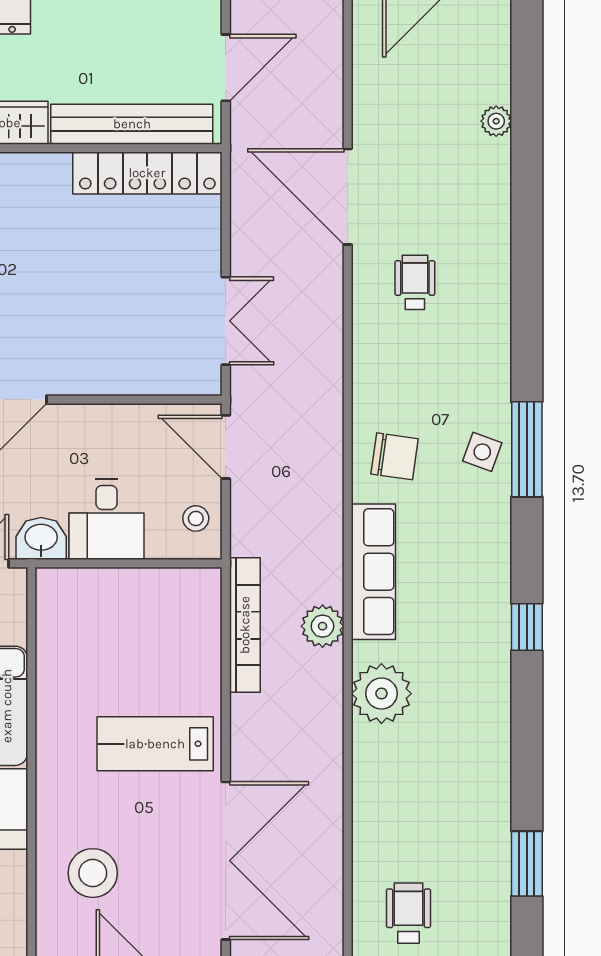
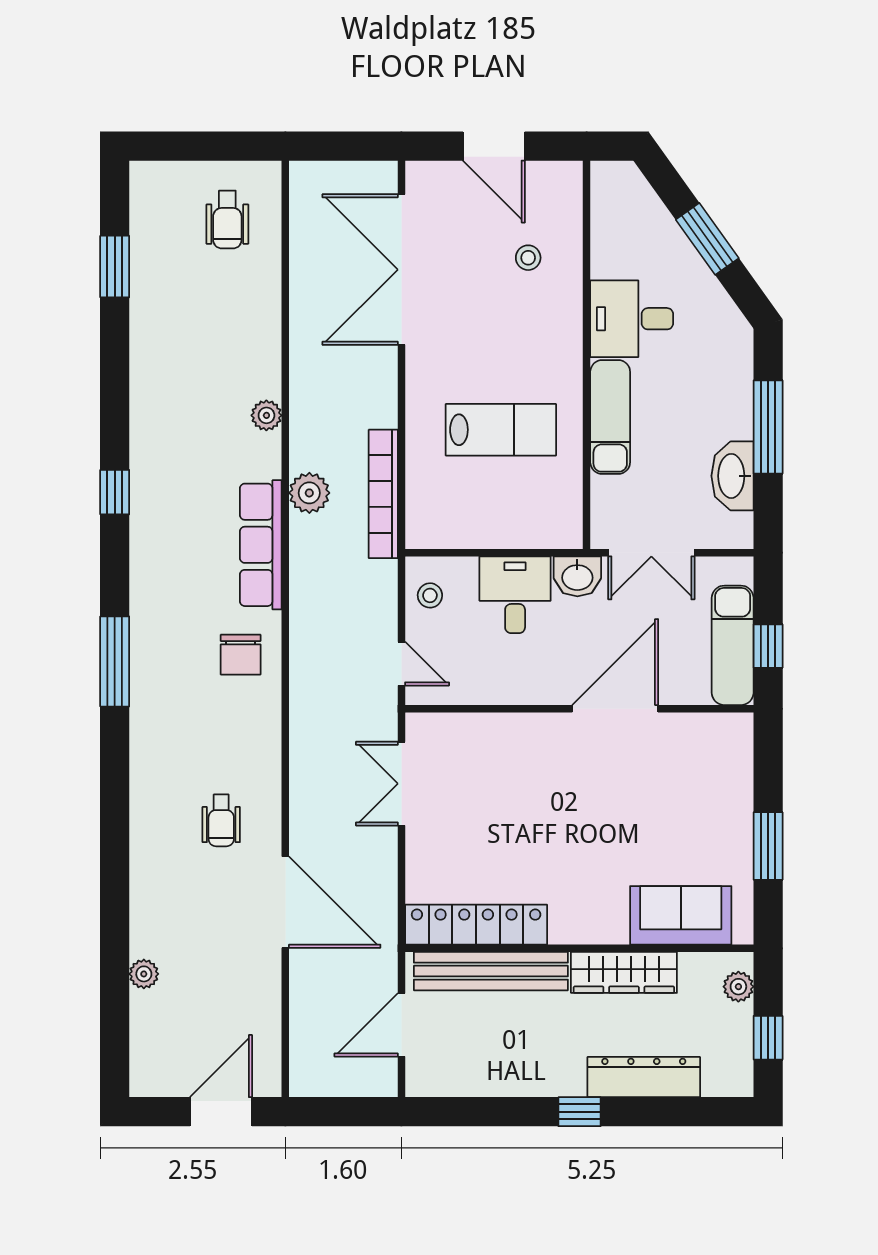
door: (226, 447) -> (401, 664), width x0.73
side table: (482, 452) -> (157, 659), removed
chair: (395, 456) -> (241, 655), turned -98
plant: (381, 694) -> (266, 415), width x0.53, depth x0.53
lab bench: (155, 744) -> (501, 430), moved
stool: (93, 873) -> (528, 258), width x0.53, depth x0.53

